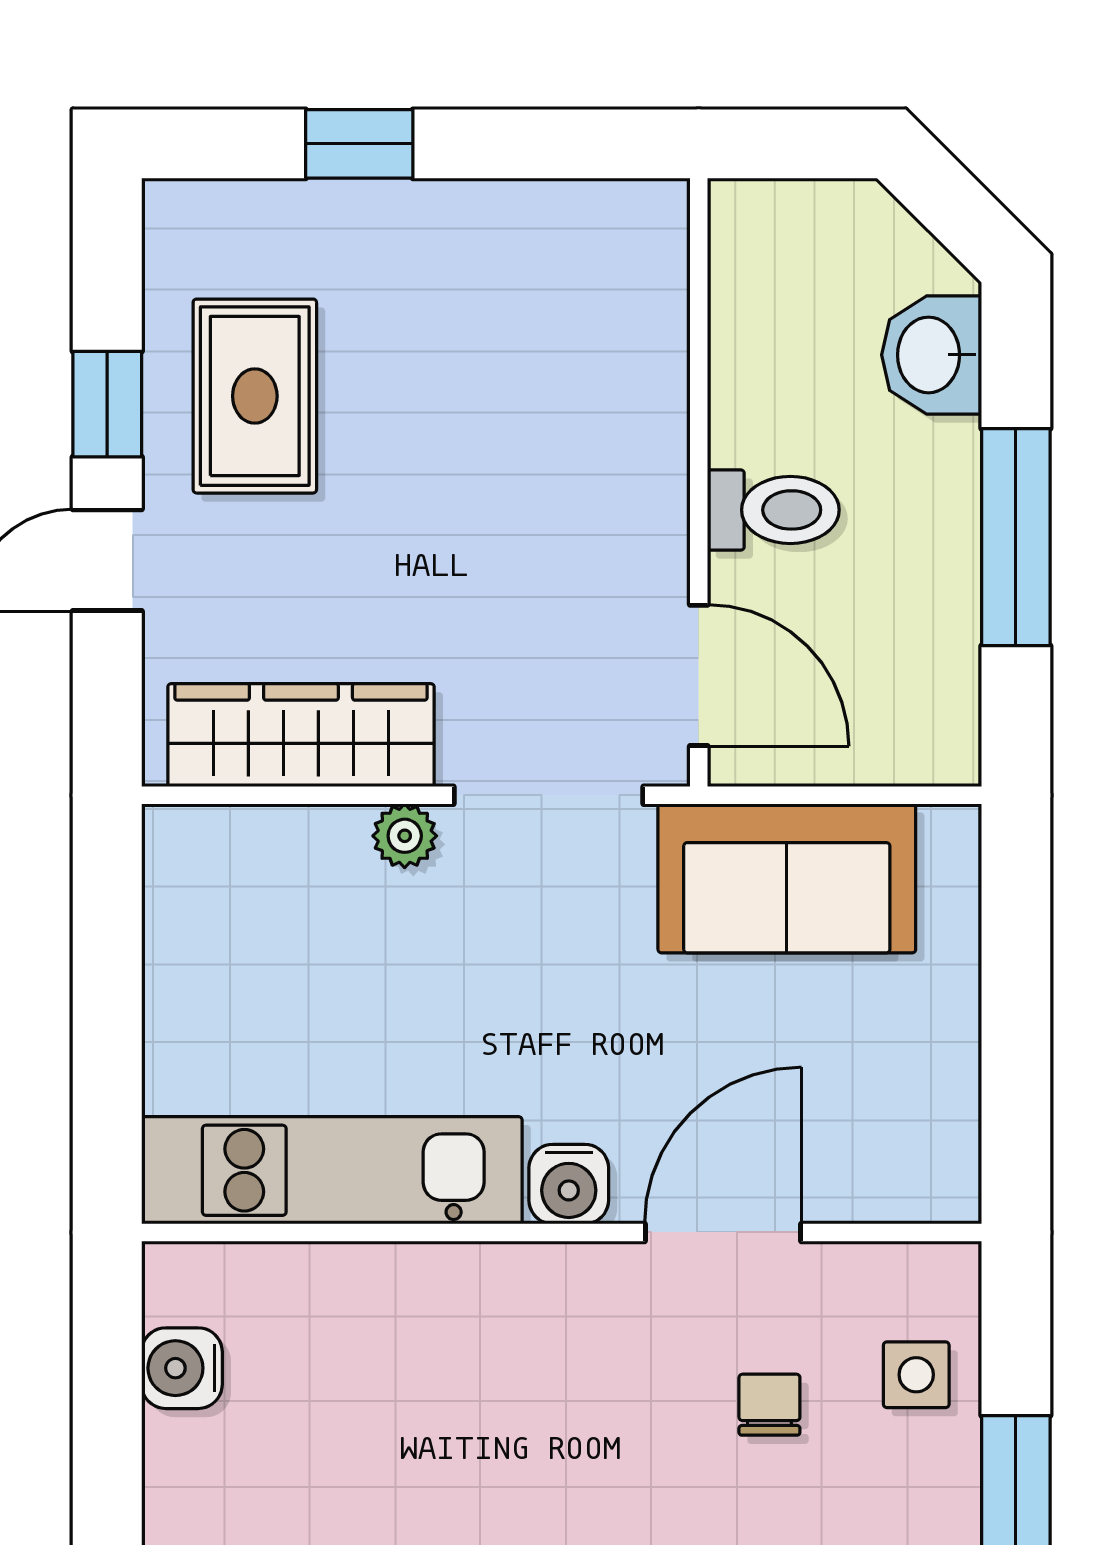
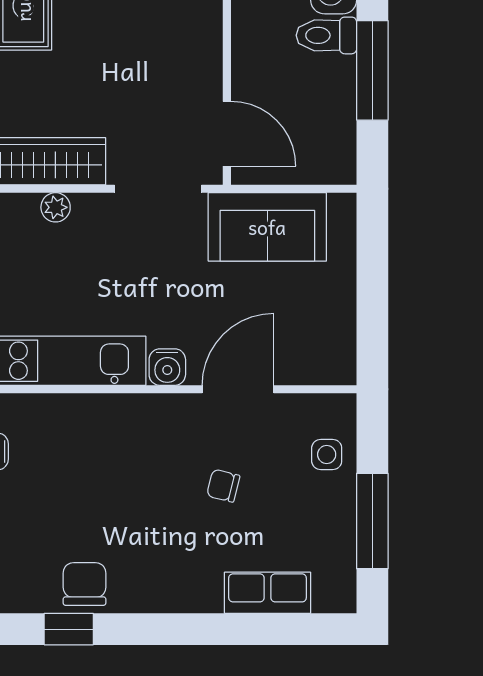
toilet: (773, 510) -> (326, 35), moved, turned 180
plant: (405, 836) -> (56, 207), moved
chair: (769, 1405) -> (223, 486), moved, turned -76

